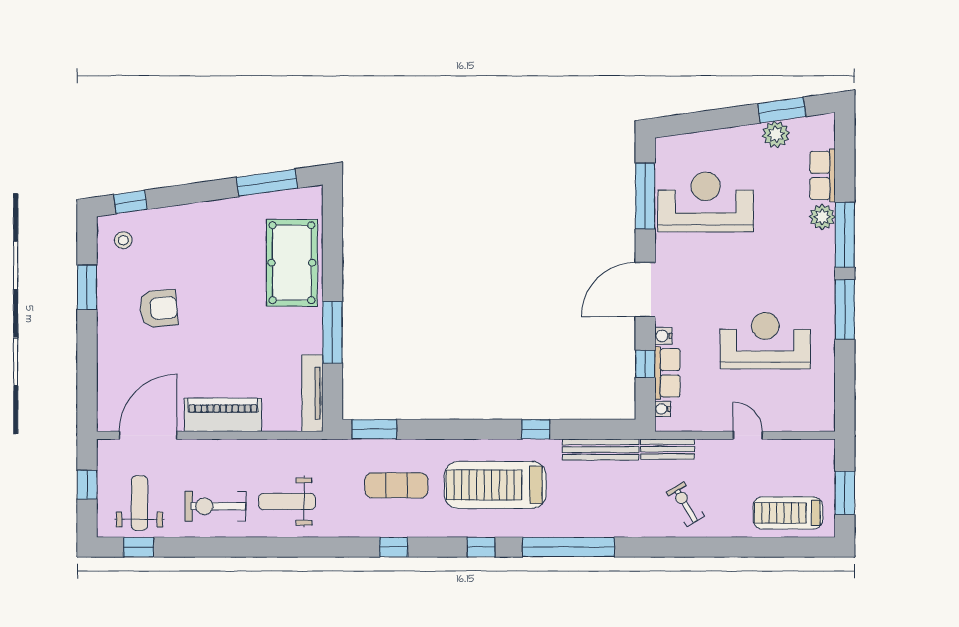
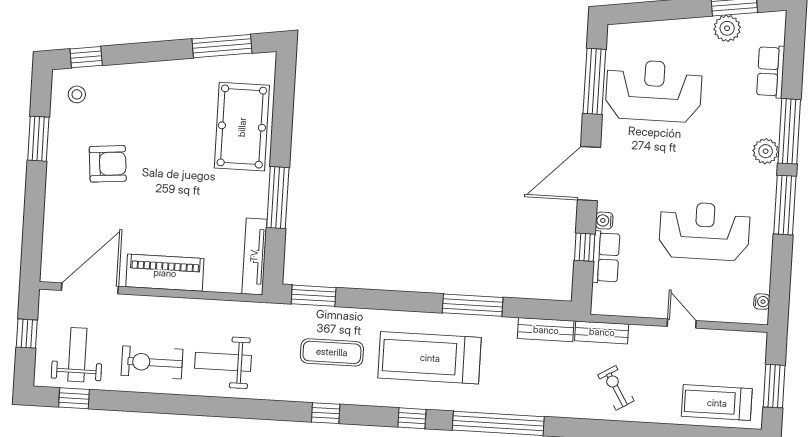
plant: (822, 217) -> (766, 151), moved
water cooler: (663, 409) -> (762, 302), moved, turned 180
window: (536, 429) -> (473, 305), width x2.17
bench: (601, 450) -> (546, 330), width x0.73

